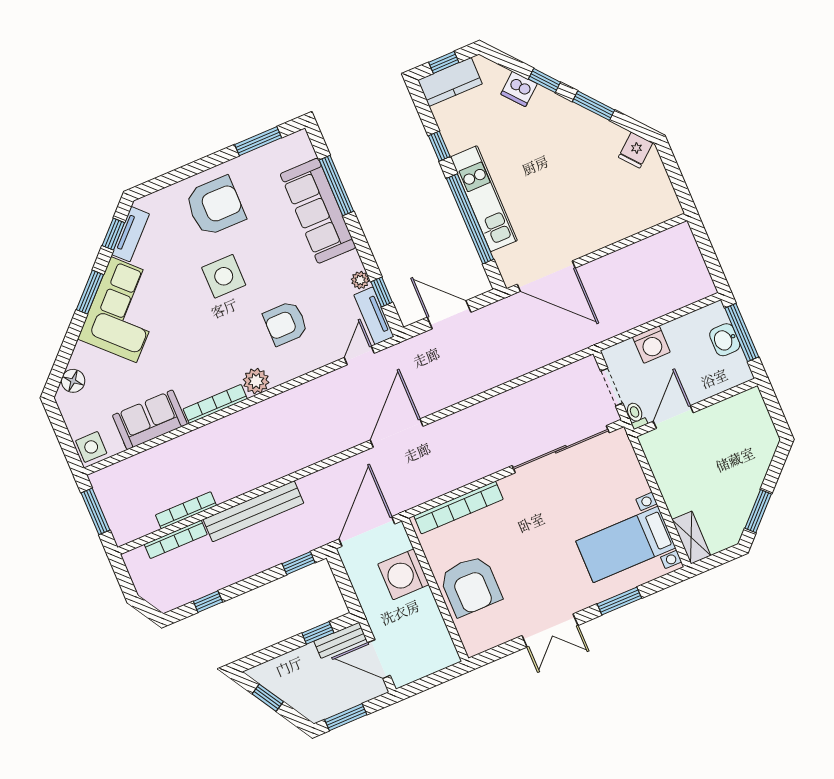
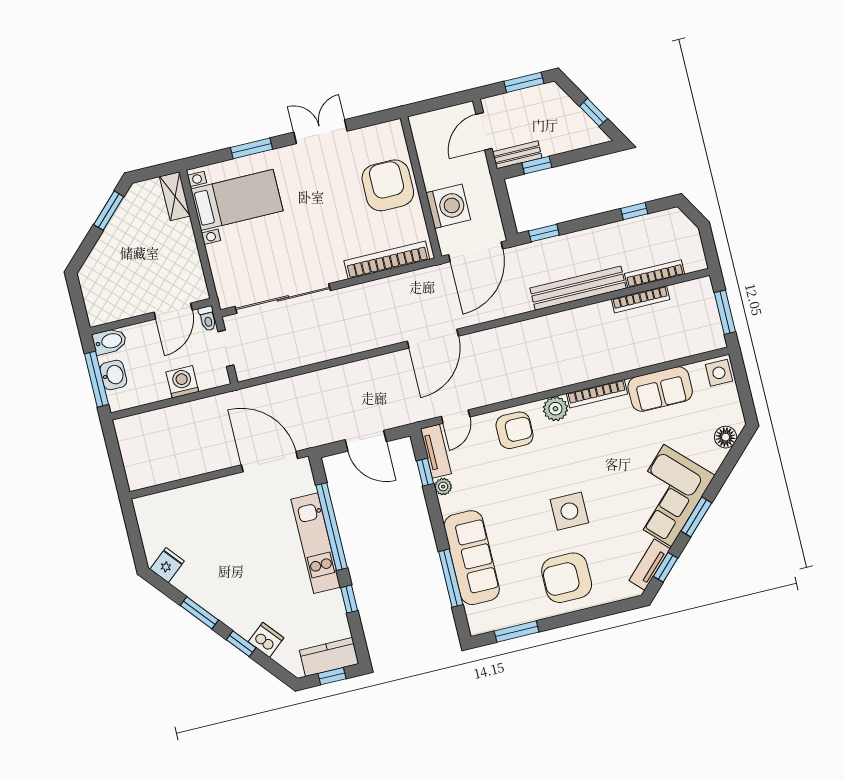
armchair: (286, 323) -> (515, 430), moved
bidet: (735, 374) -> (110, 341), added
door: (379, 659) -> (484, 131), swing flipped

